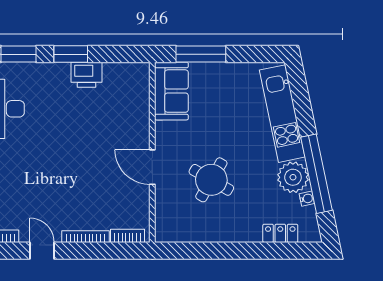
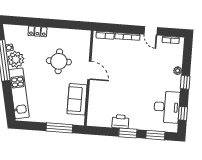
sofa: (171, 91) -> (77, 99), moved
round table: (211, 180) -> (59, 61), turned -30
locker: (280, 233) -> (38, 31), moved

